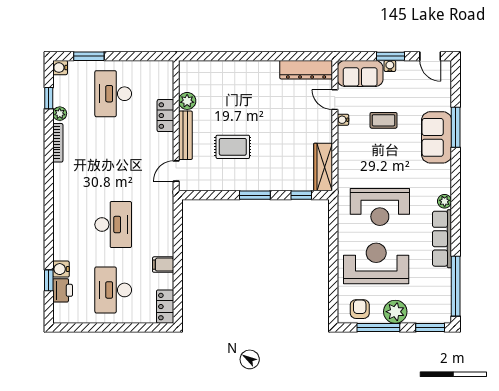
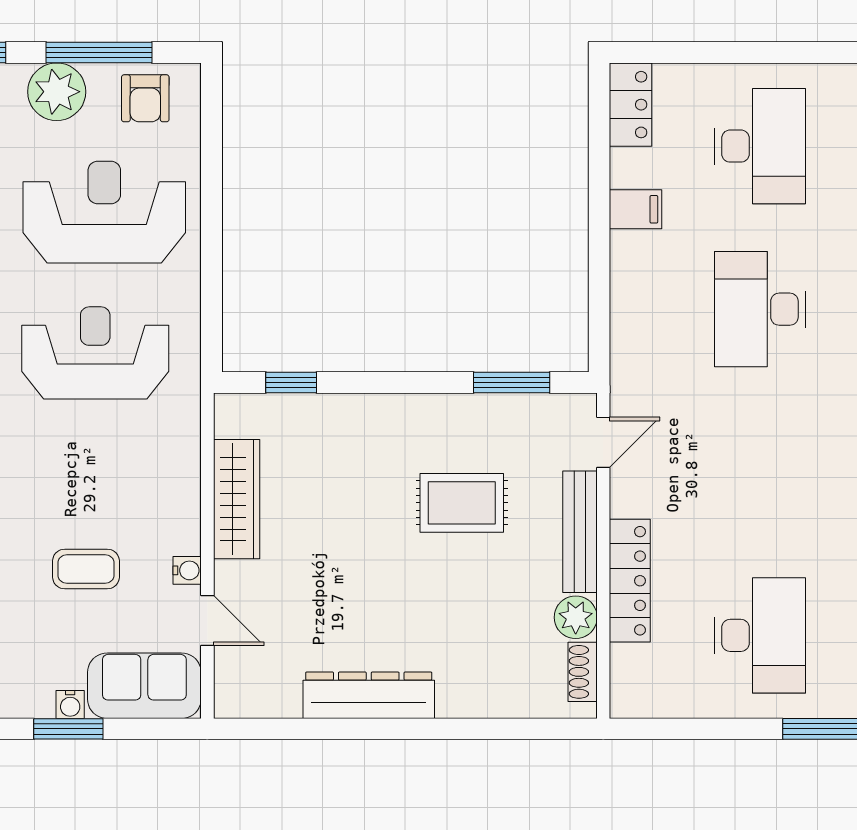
dresser: (306, 70) -> (369, 695), moved
shoe rack: (184, 79) -> (583, 672), added
locker: (165, 116) -> (630, 581), width x1.53
wardrobe: (323, 167) -> (237, 499), moved
window: (255, 195) -> (512, 382), moved
reception desk: (376, 263) -> (104, 212), turned 180

